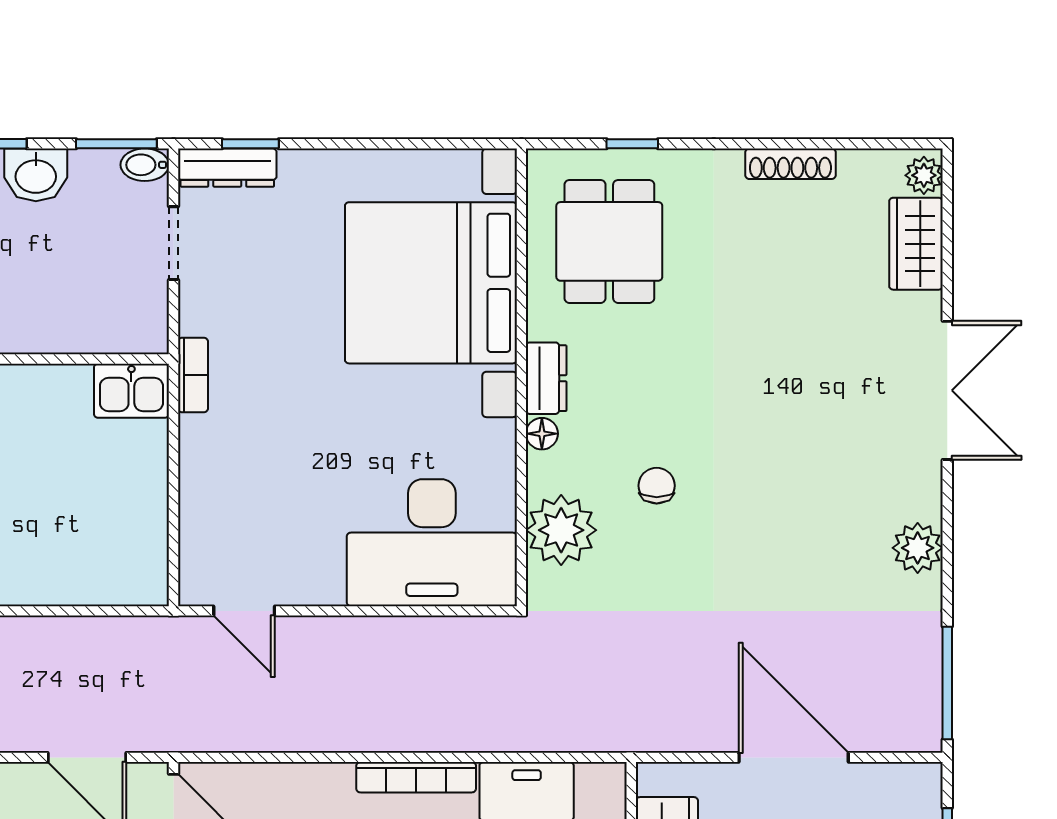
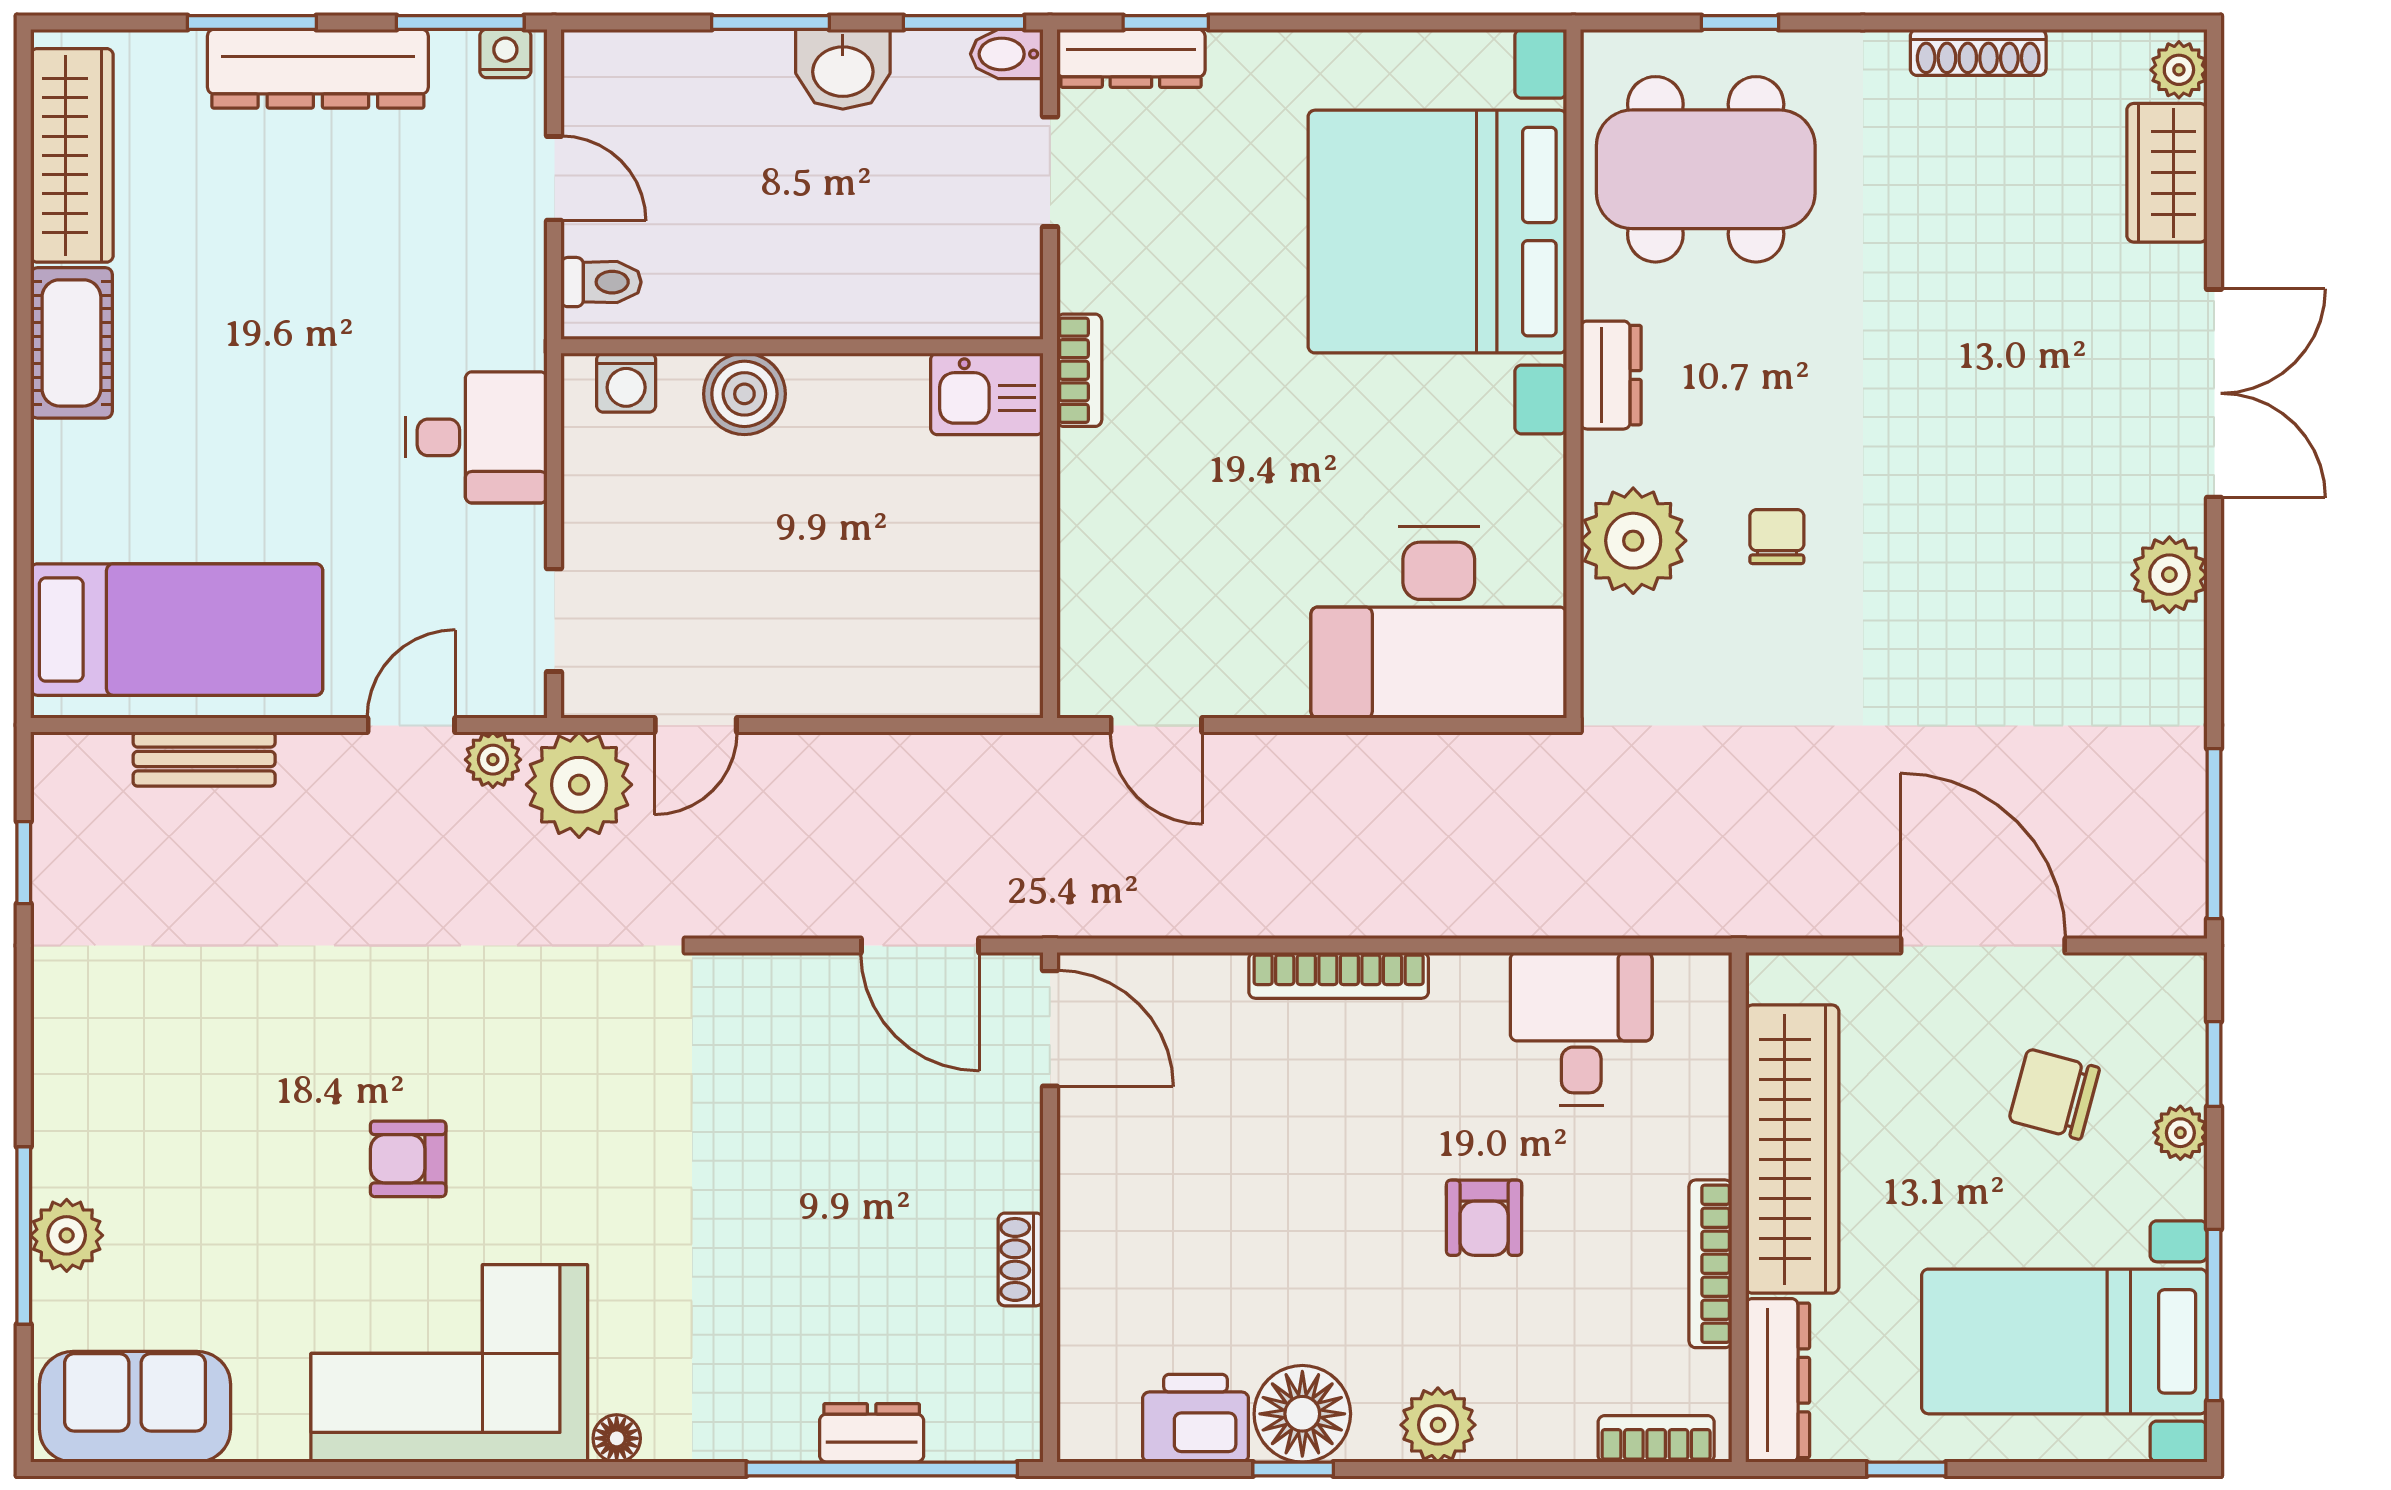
dining table: (609, 241) -> (1706, 169), width x1.38
floor lamp: (542, 434) -> (1604, 458), removed
plant: (561, 530) -> (1633, 541), moved
plant: (918, 548) -> (2169, 575), moved
bookcase: (416, 777) -> (1339, 975), moved

